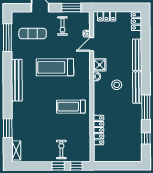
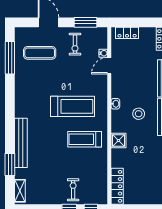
shower: (100, 65) -> (119, 141), moved
treadmill: (55, 67) -> (72, 106), moved, turned 180
bench: (17, 80) -> (21, 143), moved
locker: (99, 130) -> (117, 186), moved

